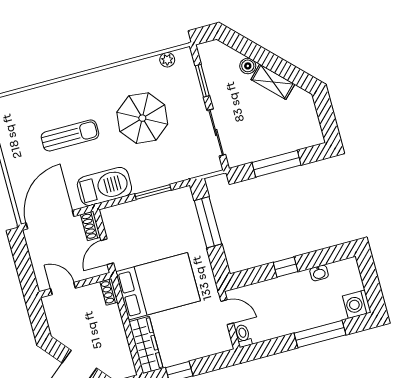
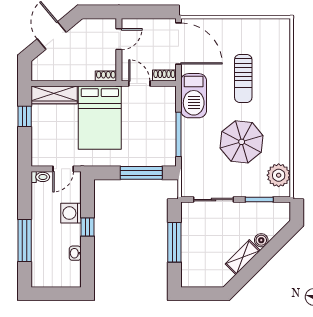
plant: (167, 60) -> (279, 175), width x1.88, depth x1.88
window: (153, 192) -> (178, 134), width x1.44
washing machine: (357, 304) -> (71, 213), moved, turned -90

